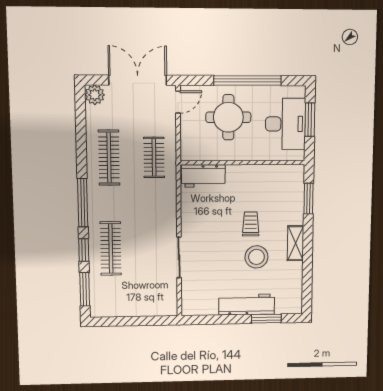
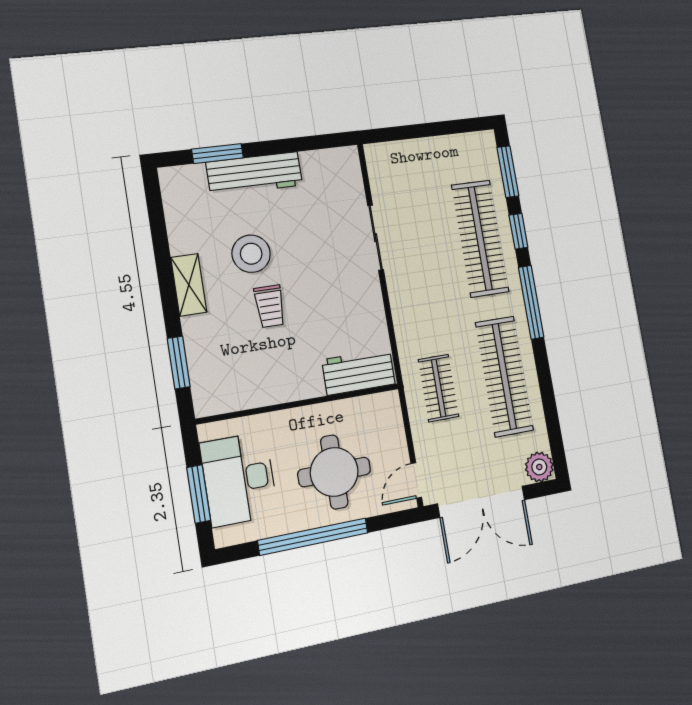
clothes rail: (109, 158) -> (504, 376), width x1.37, depth x1.31
clothes rail: (111, 248) -> (480, 238), width x1.37, depth x1.31

